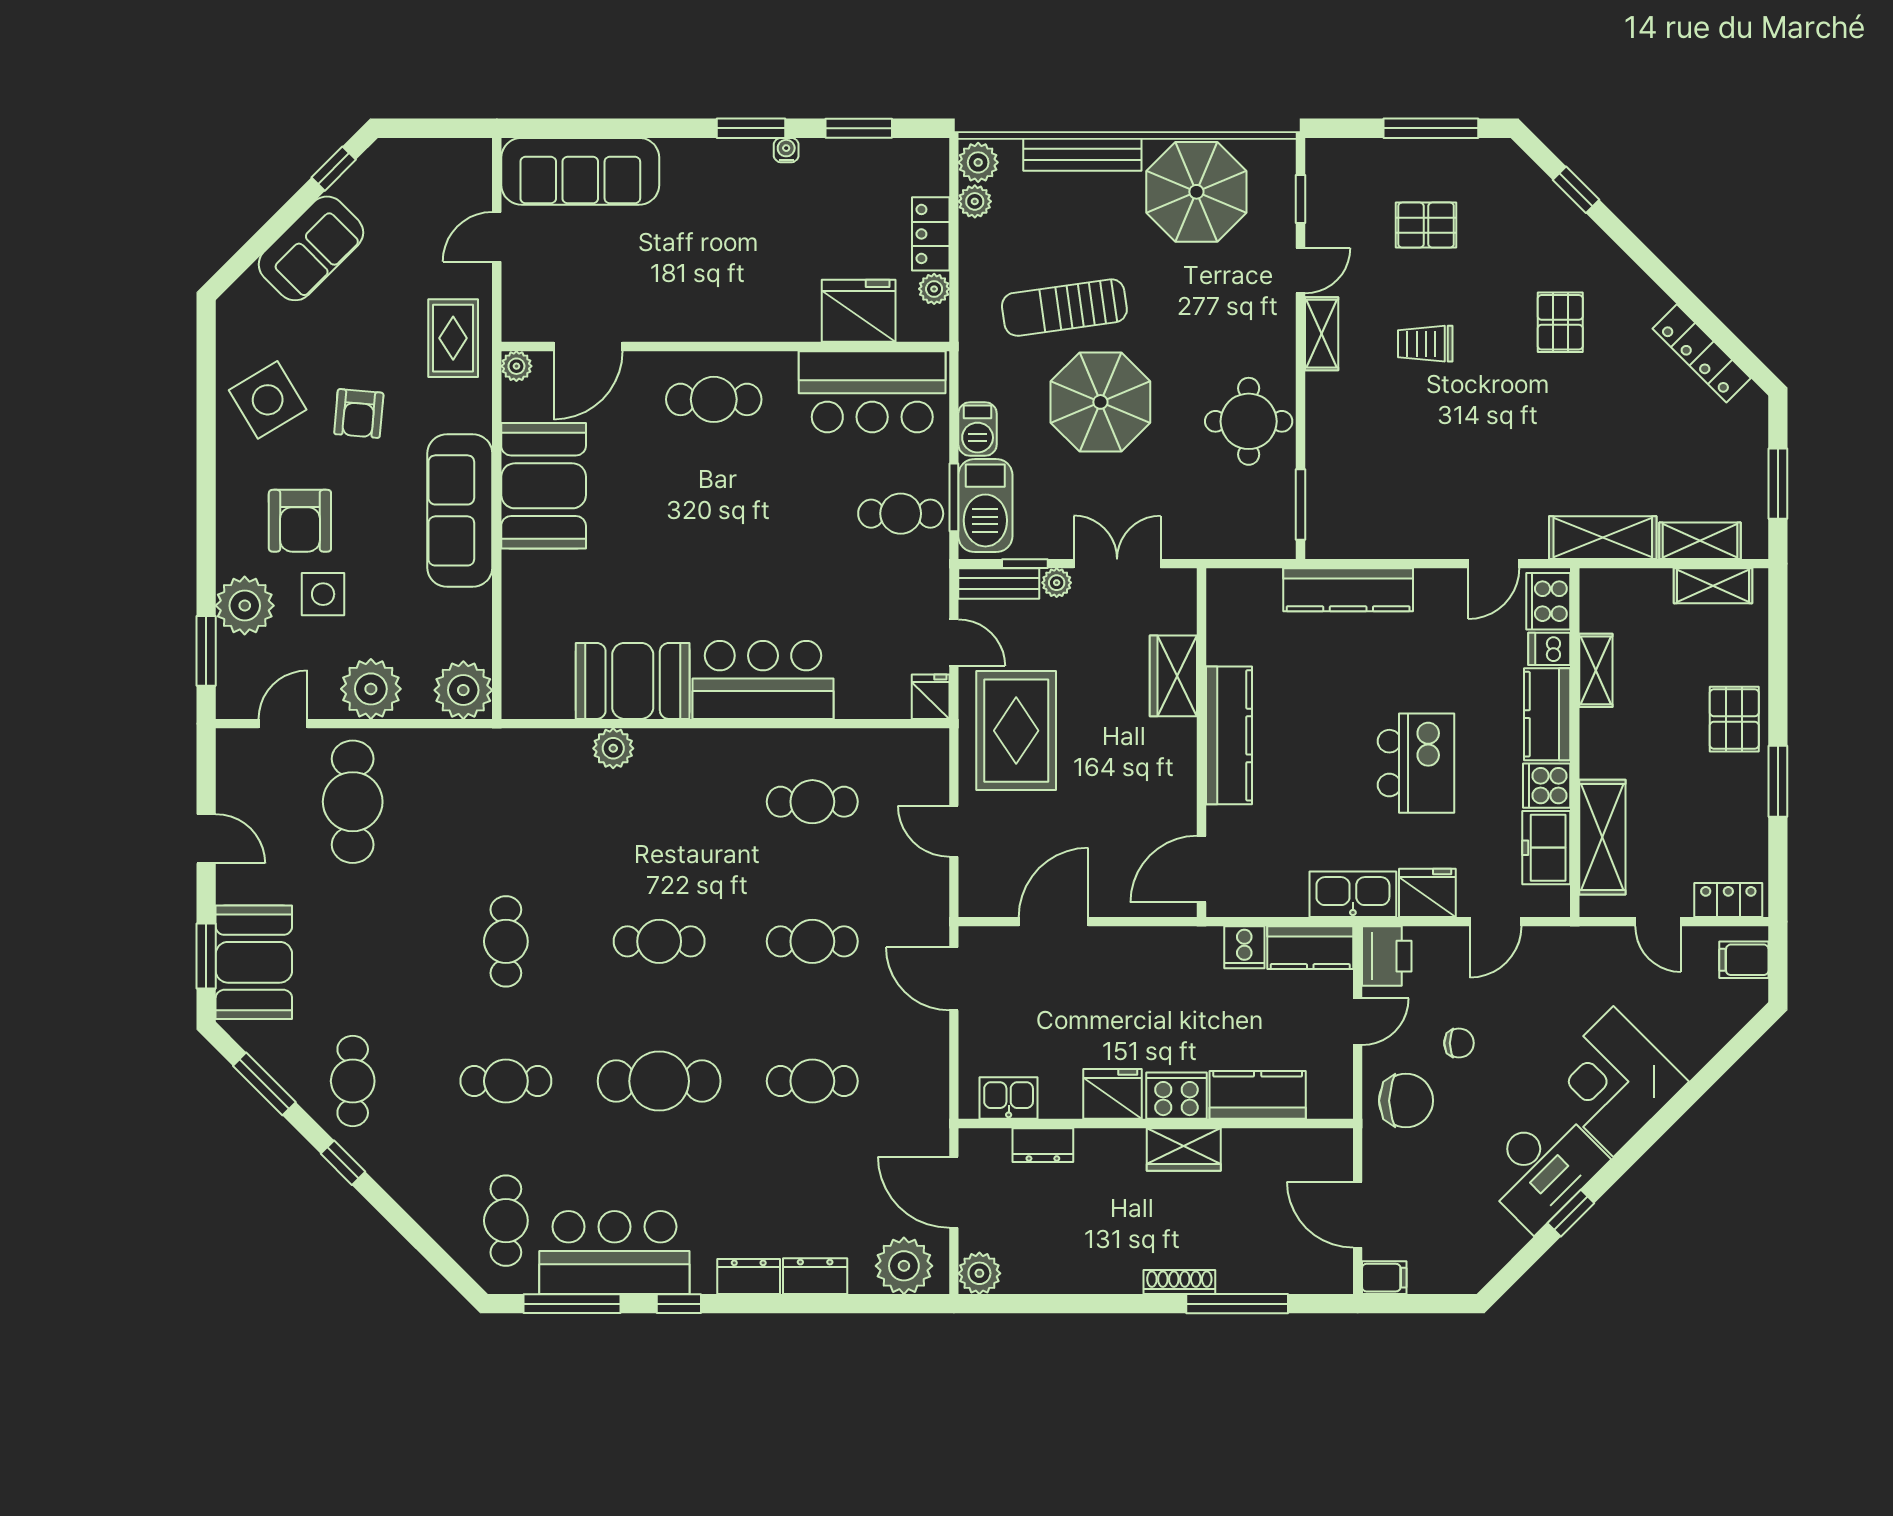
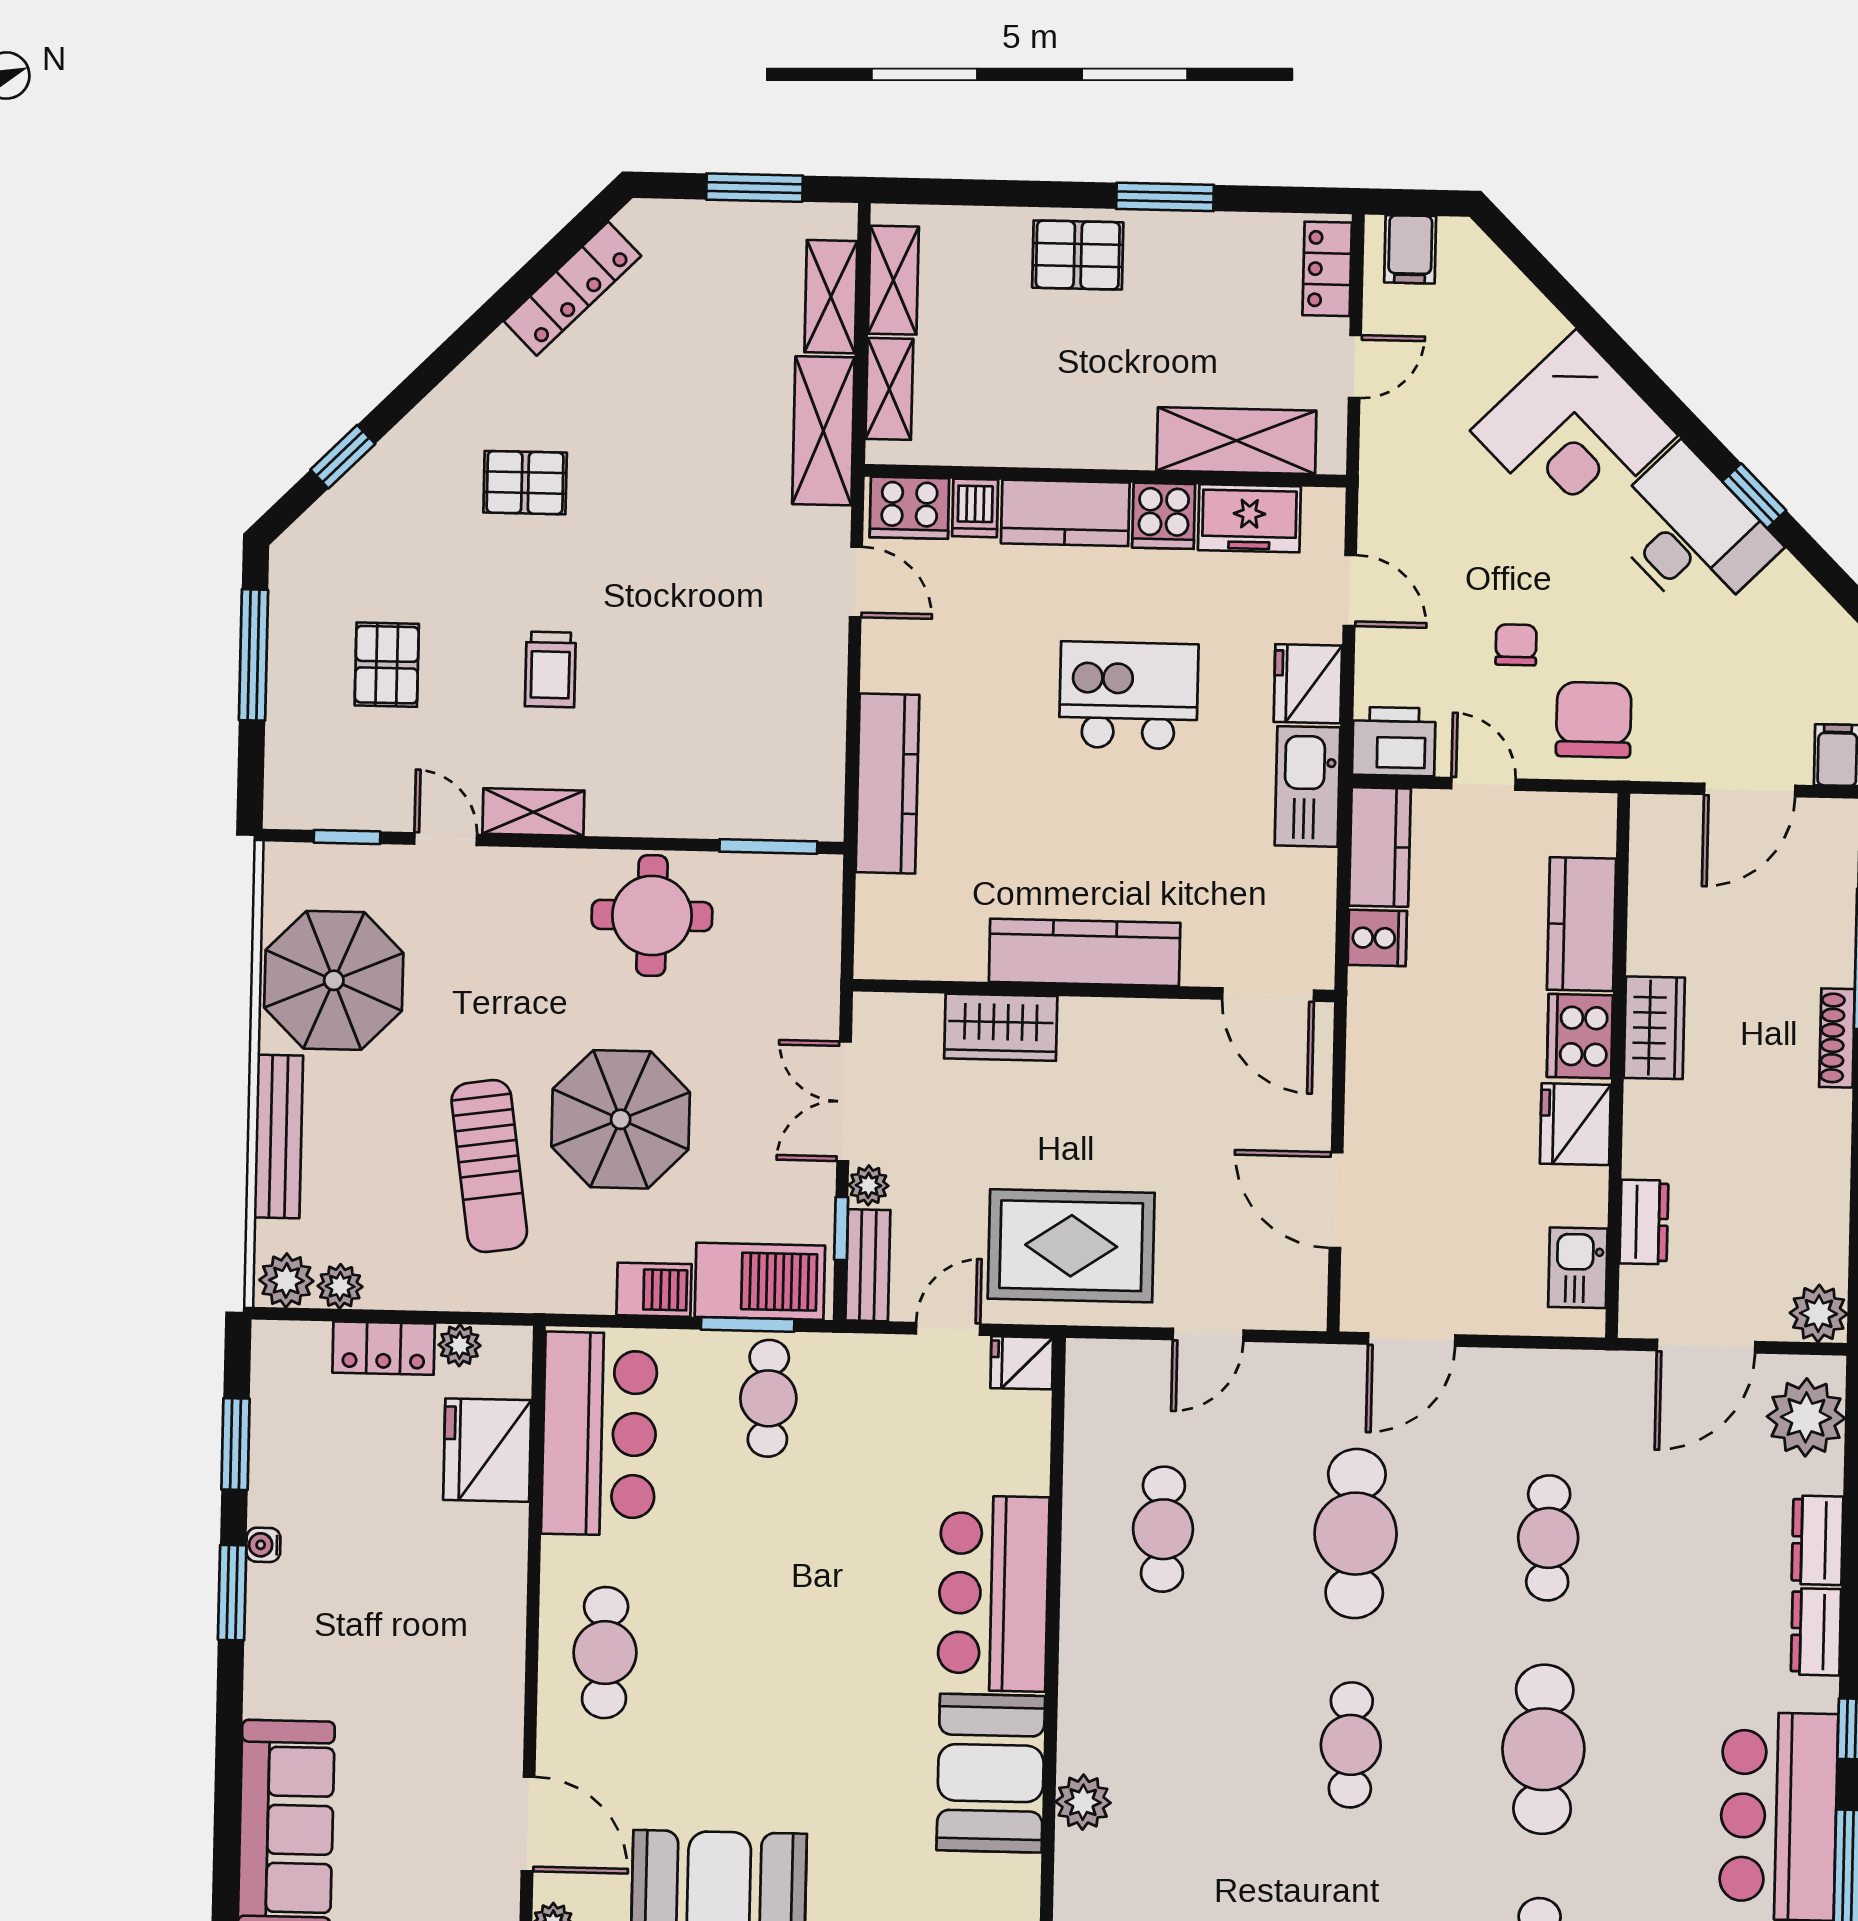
shelving: (1596, 670) -> (889, 389), moved, turned 90
cafe table: (812, 941) -> (1356, 1534), width x1.37, depth x1.35

